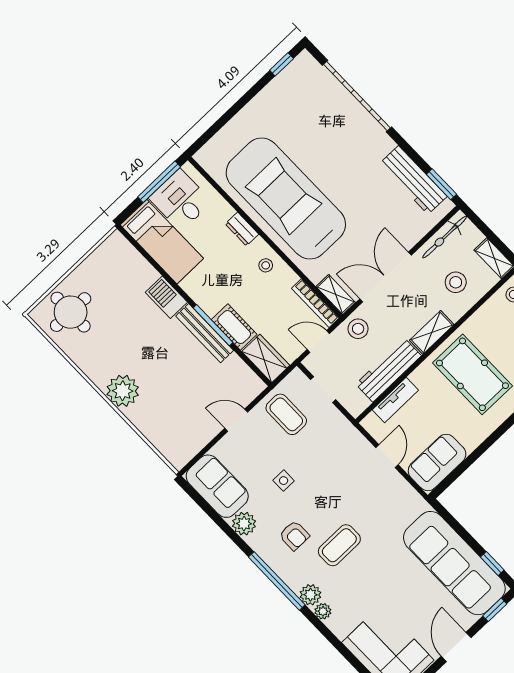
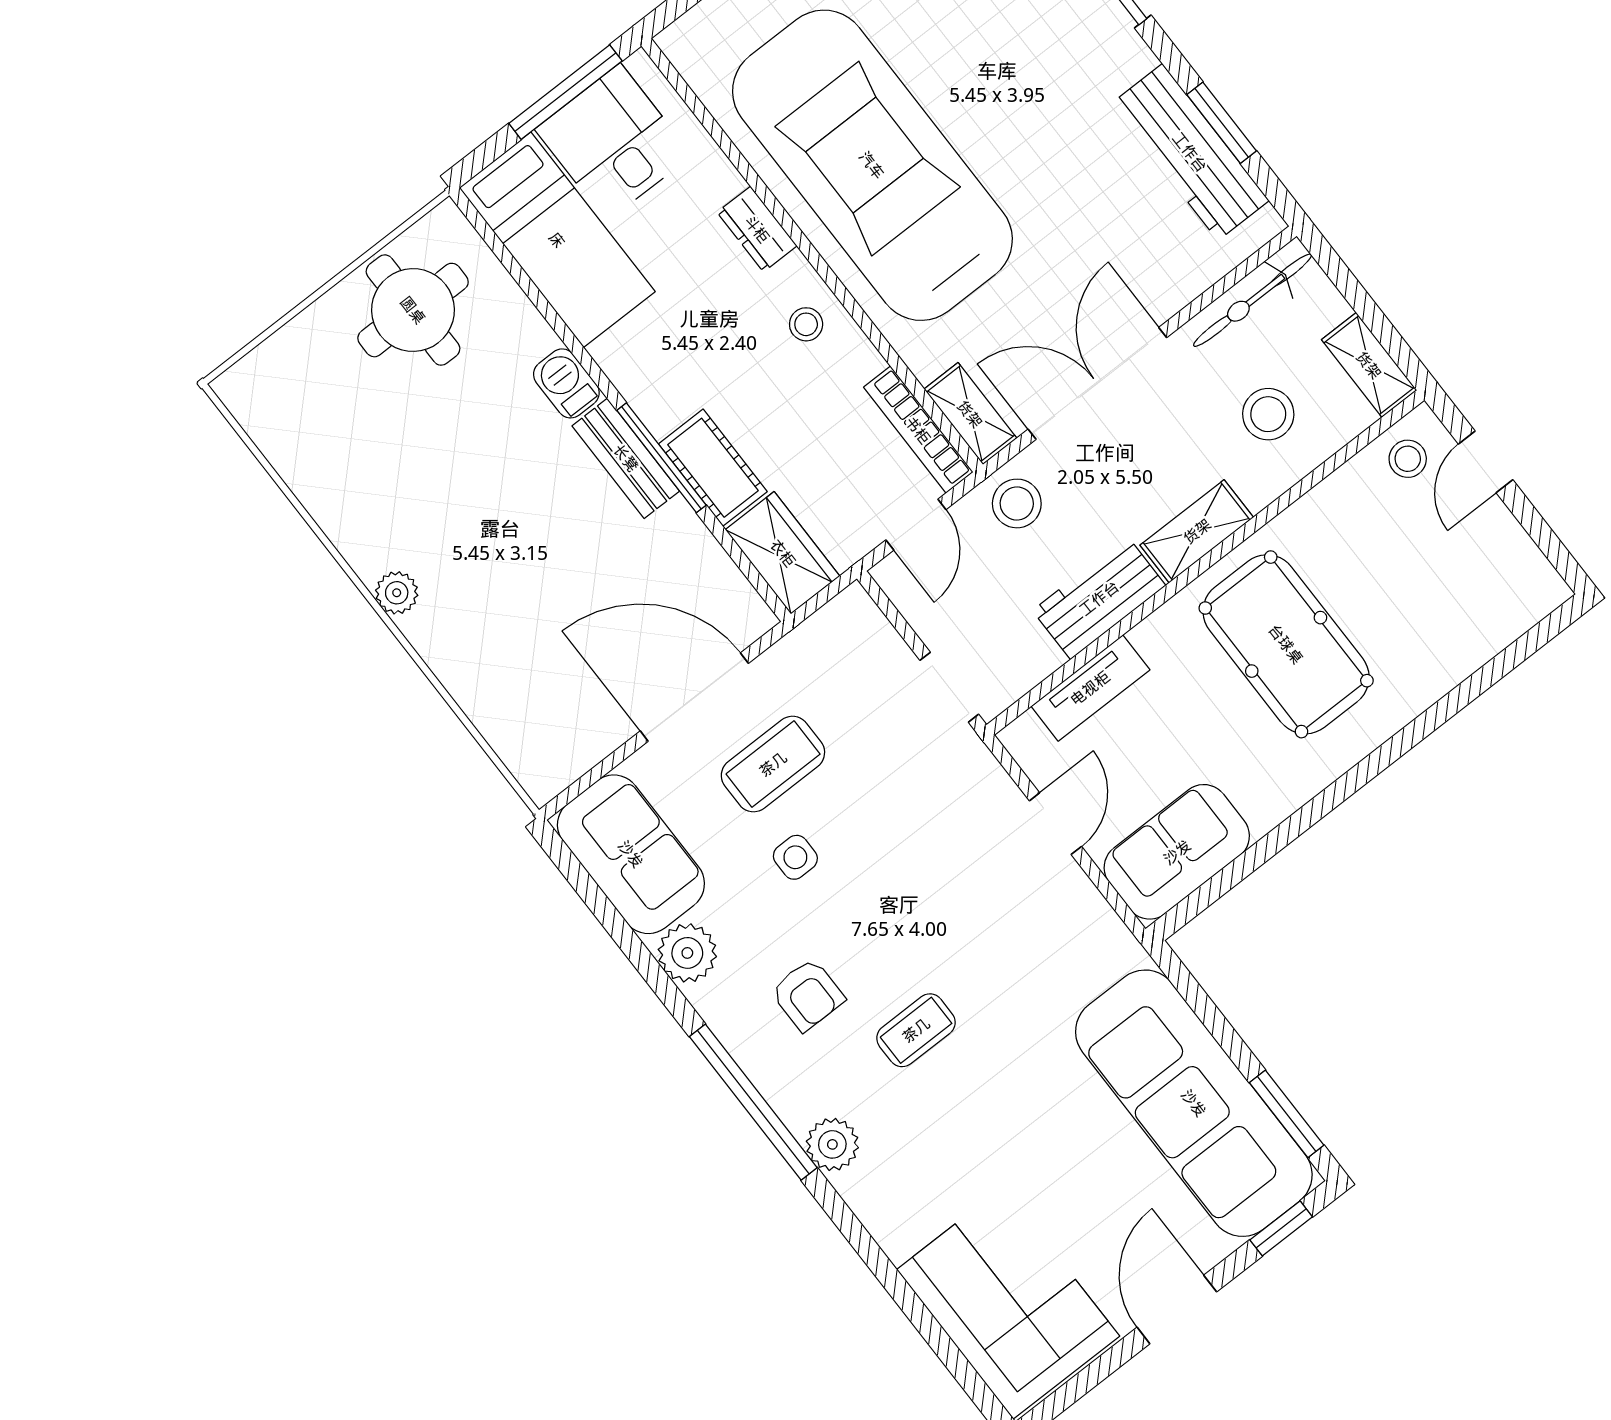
window: (441, 184) -> (1222, 123), moved
barbecue: (166, 297) -> (566, 383), width x0.73, depth x0.79
round table: (71, 312) -> (413, 310), moved
bench: (205, 333) -> (626, 458), width x0.73
door: (318, 342) -> (916, 525), swing flipped
workbench: (389, 370) -> (1099, 598), width x0.73
doorway: (323, 390) -> (949, 687), moved
plant: (123, 391) -> (397, 593), width x0.53, depth x0.53
coffee table: (286, 414) -> (773, 764), moved, turned 90
door: (236, 420) -> (694, 697), width x1.87
coffee table: (339, 545) -> (916, 1030), width x0.73, depth x0.77
window: (492, 564) -> (1287, 1114), width x1.50
plant: (323, 611) -> (859, 1188), removed

